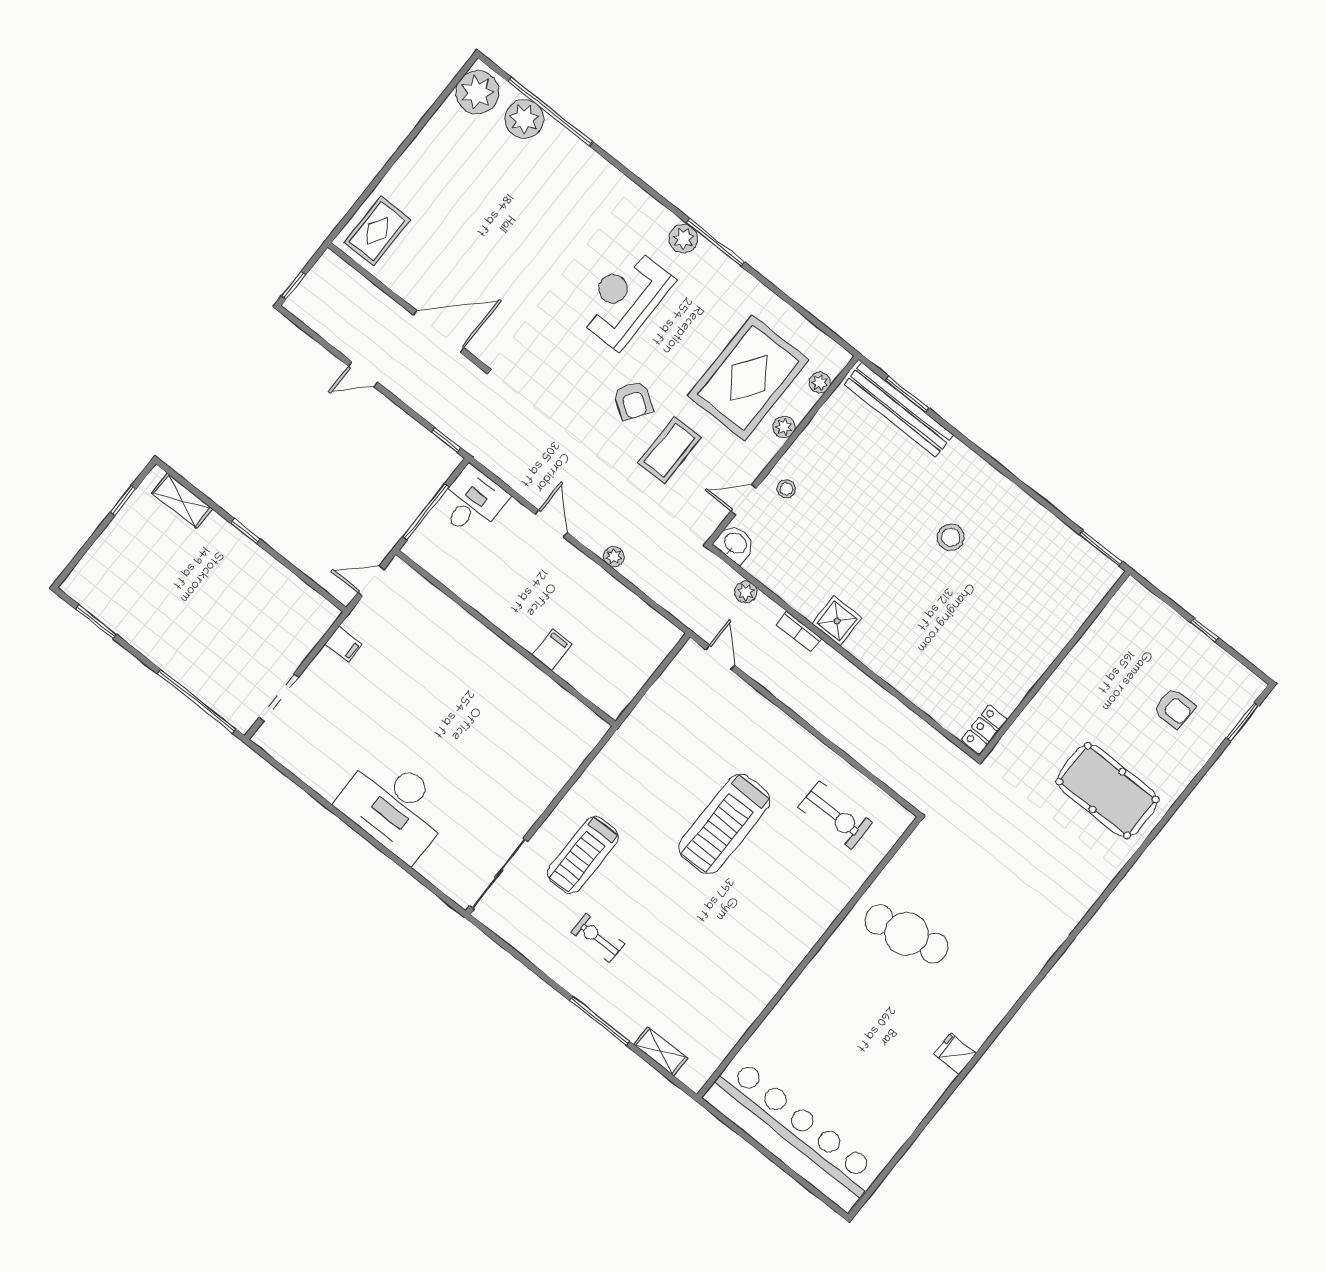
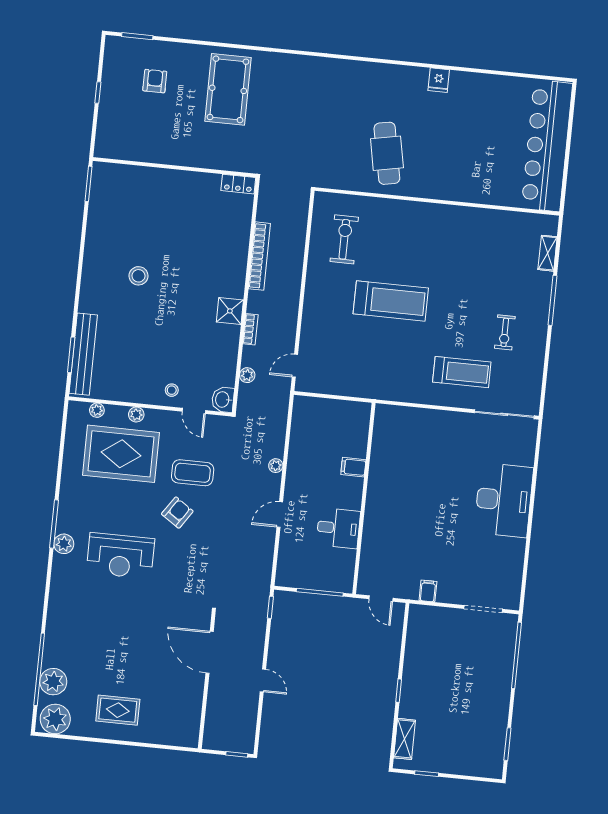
rug: (377, 231) -> (118, 710), moved
desk: (472, 502) -> (338, 528), moved, turned 180
bookcase: (881, 699) -> (259, 256), added

